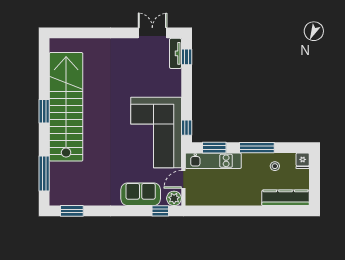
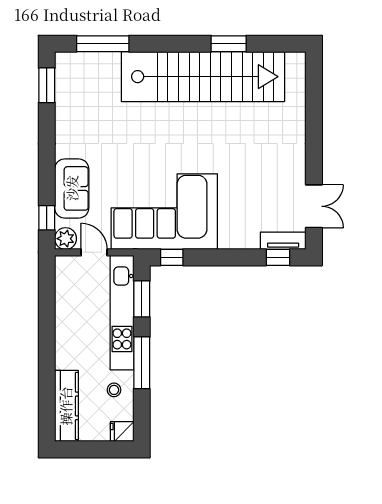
window: (44, 111) -> (229, 44), moved
kitchen unit: (213, 161) -> (122, 313), width x1.36

